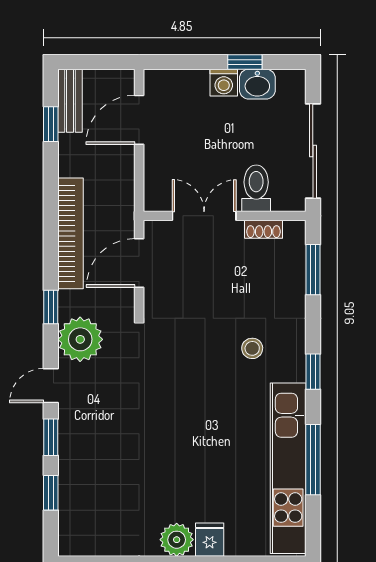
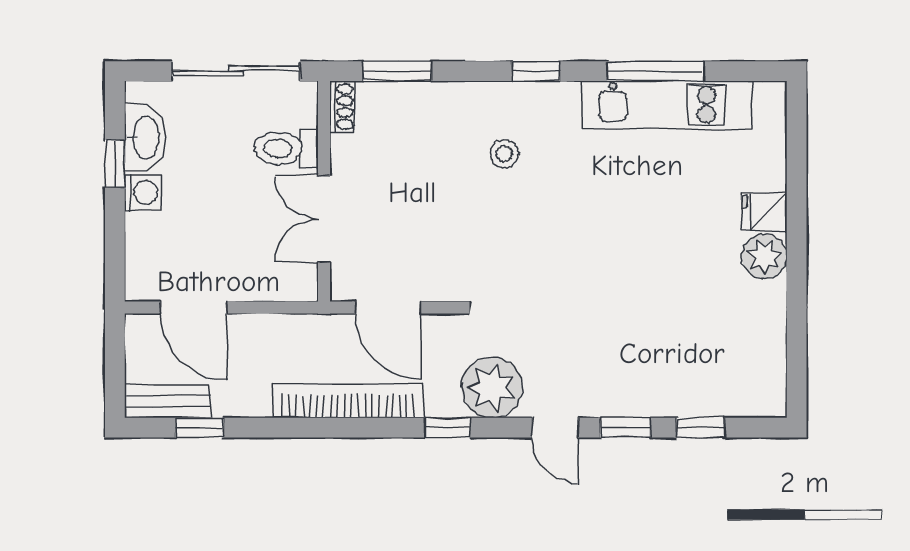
washbasin: (257, 84) -> (145, 137), width x1.38
shoe rack: (263, 229) -> (342, 107), moved
kitchen unit: (288, 468) -> (667, 105), width x0.73

